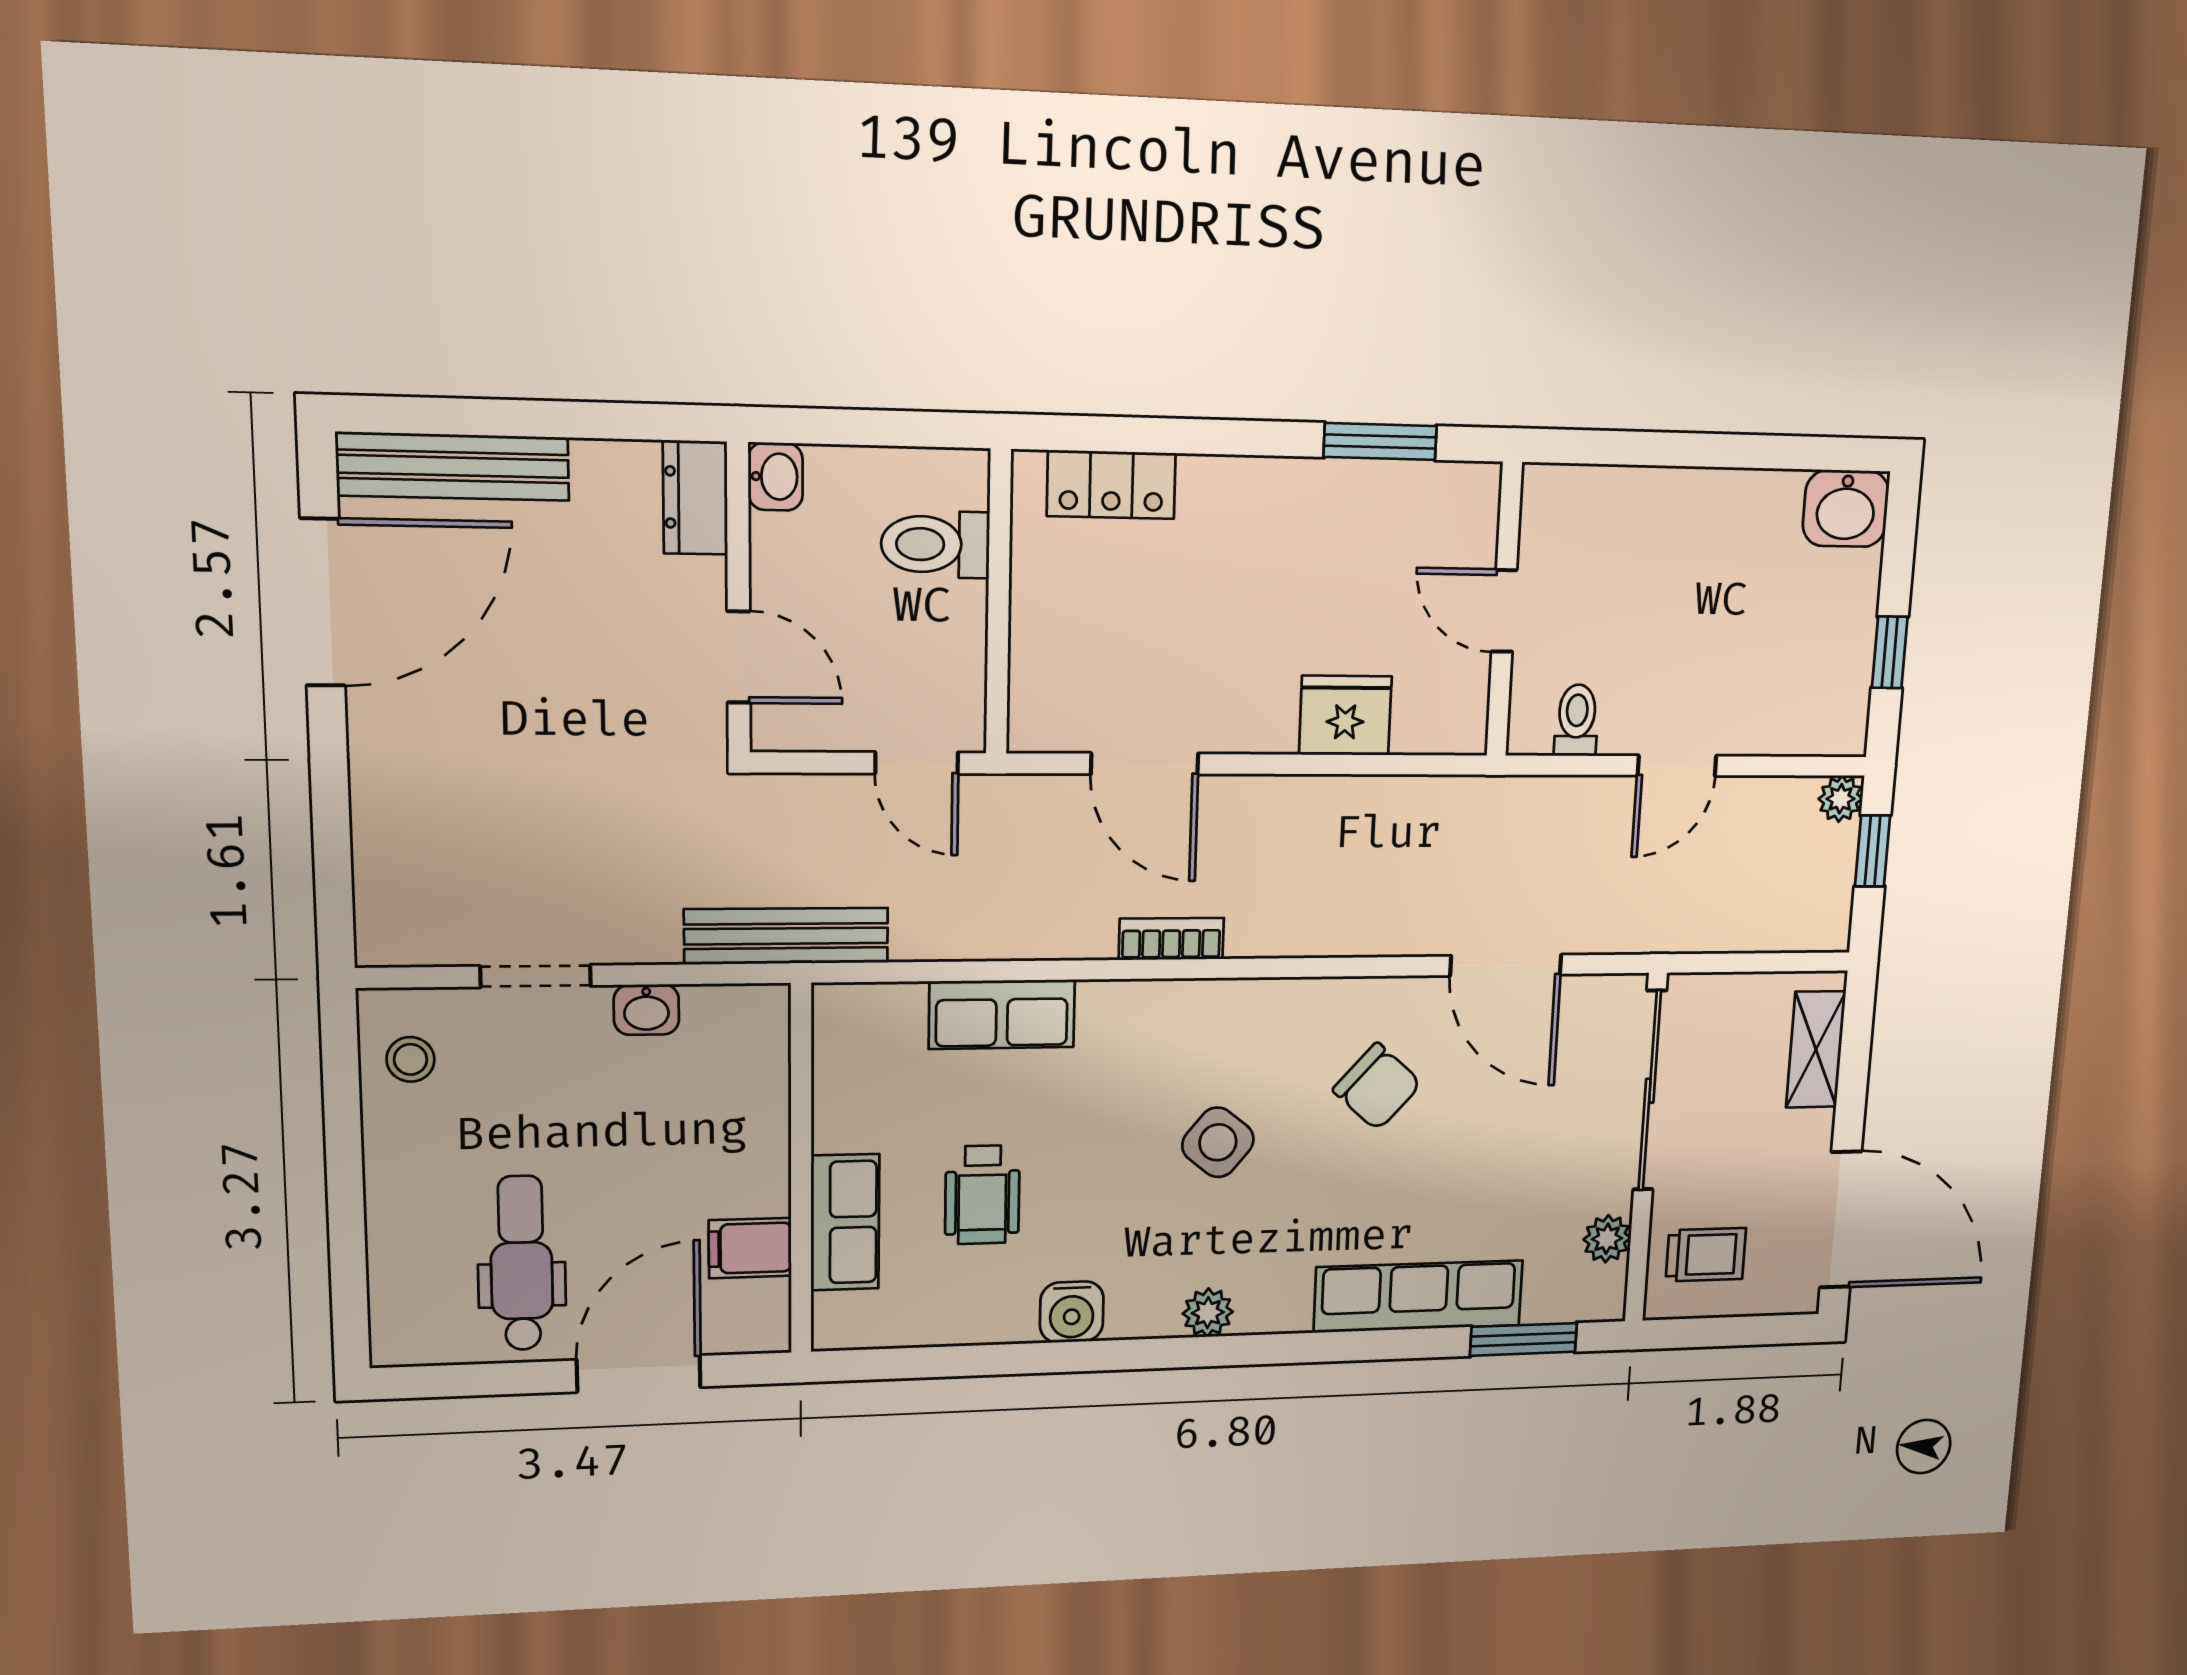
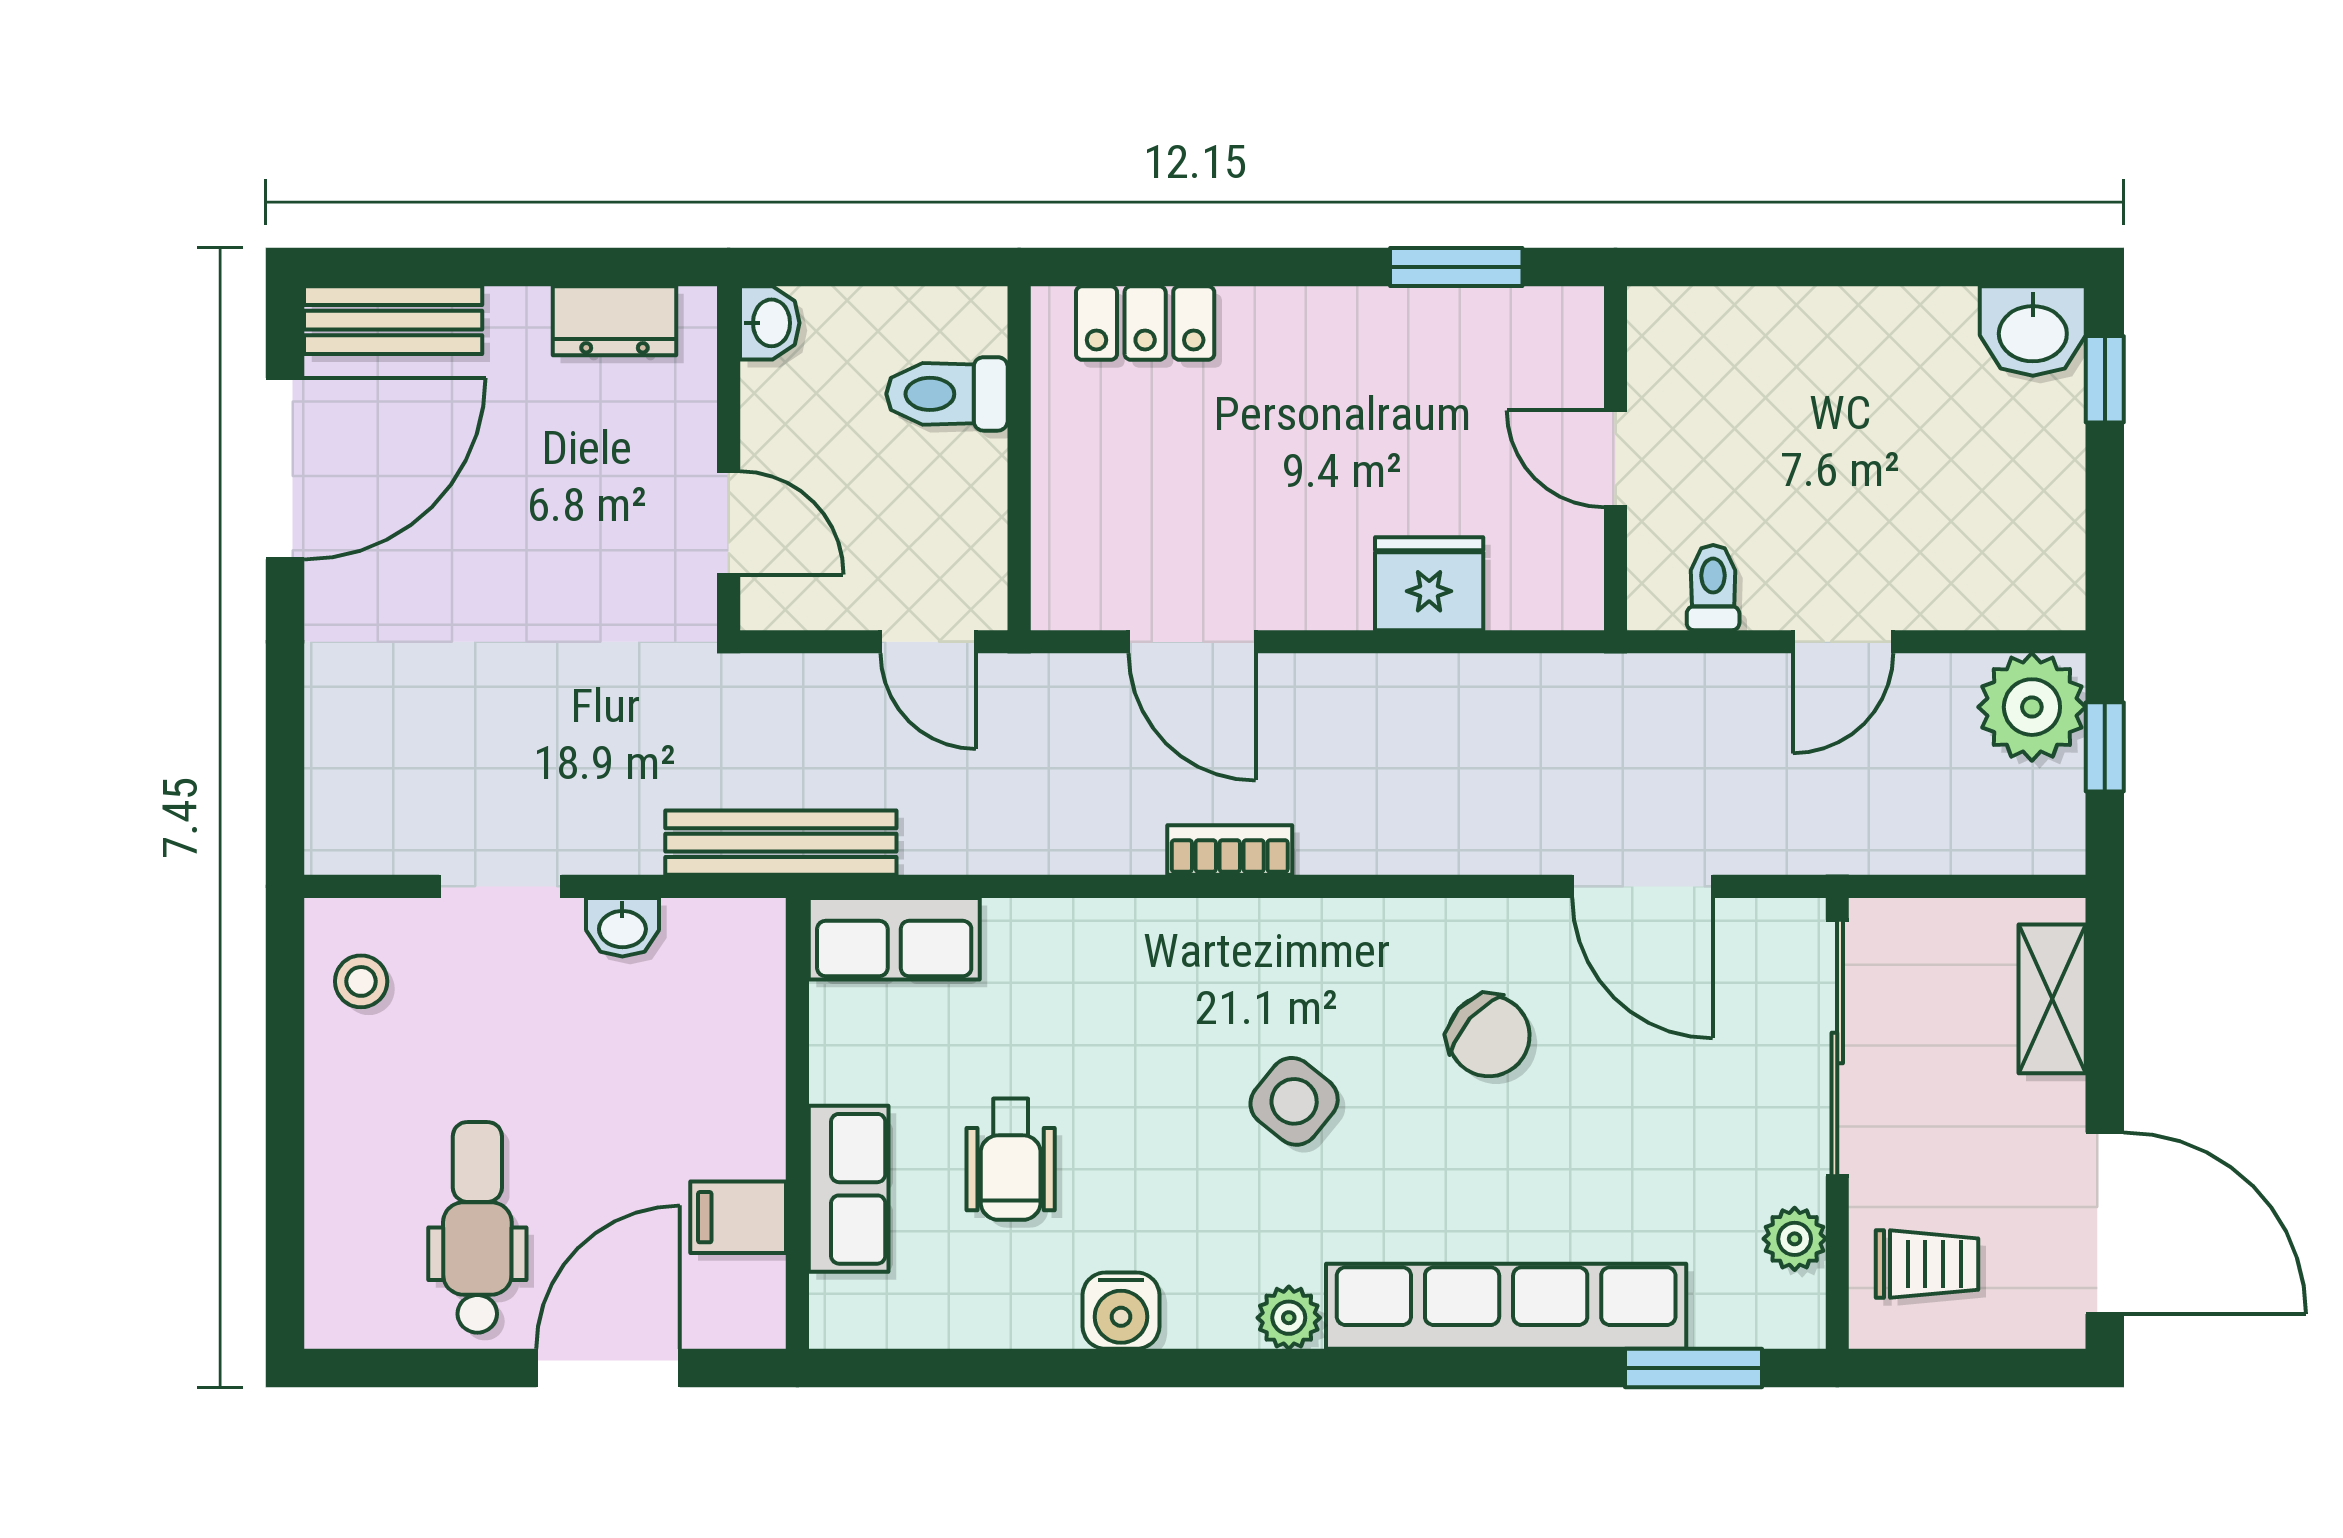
bench: (453, 466) -> (393, 320), width x0.73
dresser: (695, 498) -> (615, 321), moved, turned -90
window: (1890, 652) -> (2105, 379), moved
plant: (1841, 799) -> (2032, 707), width x1.88, depth x1.88
row of seats: (1002, 1014) -> (894, 939), moved
row of seats: (1418, 1296) -> (1506, 1306), width x1.36

